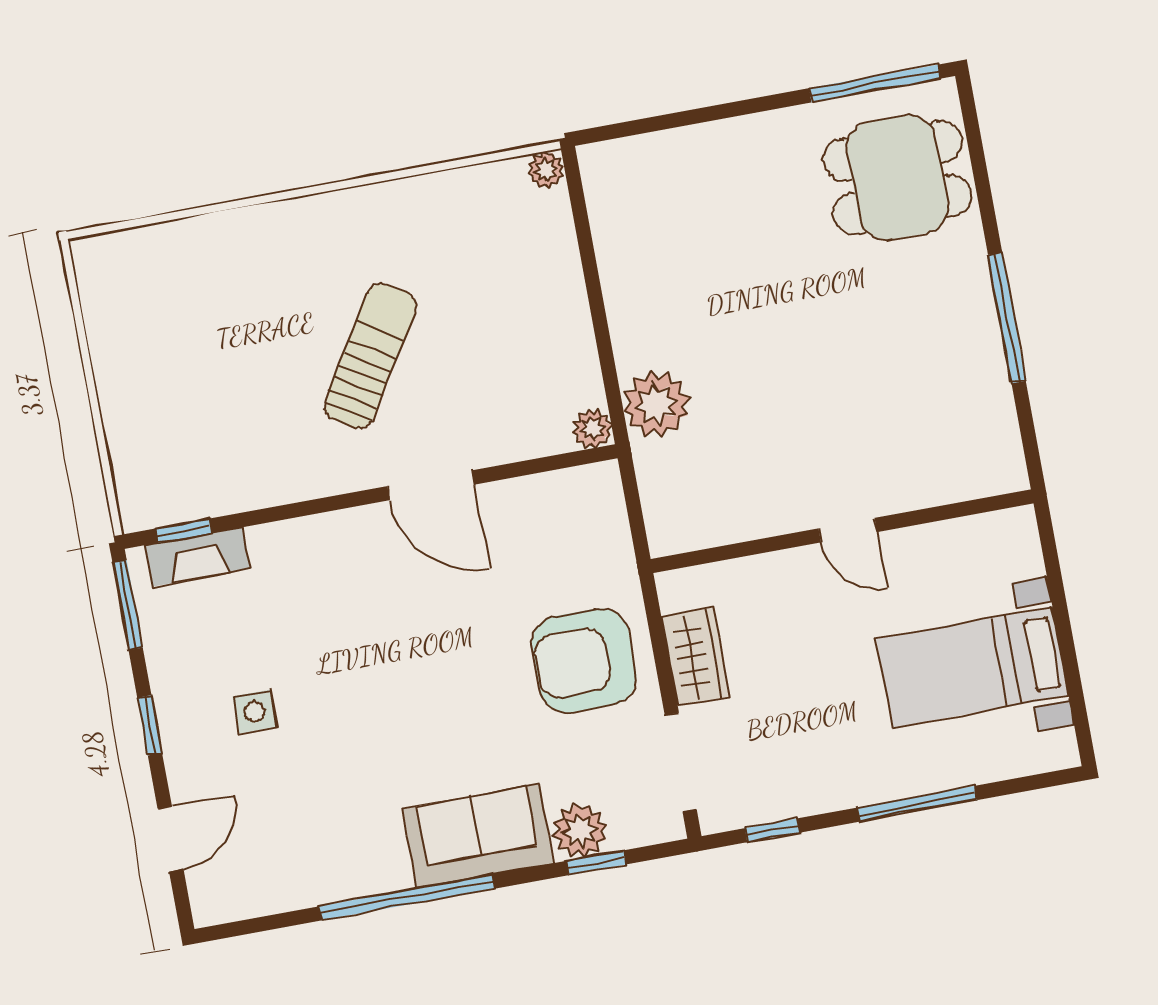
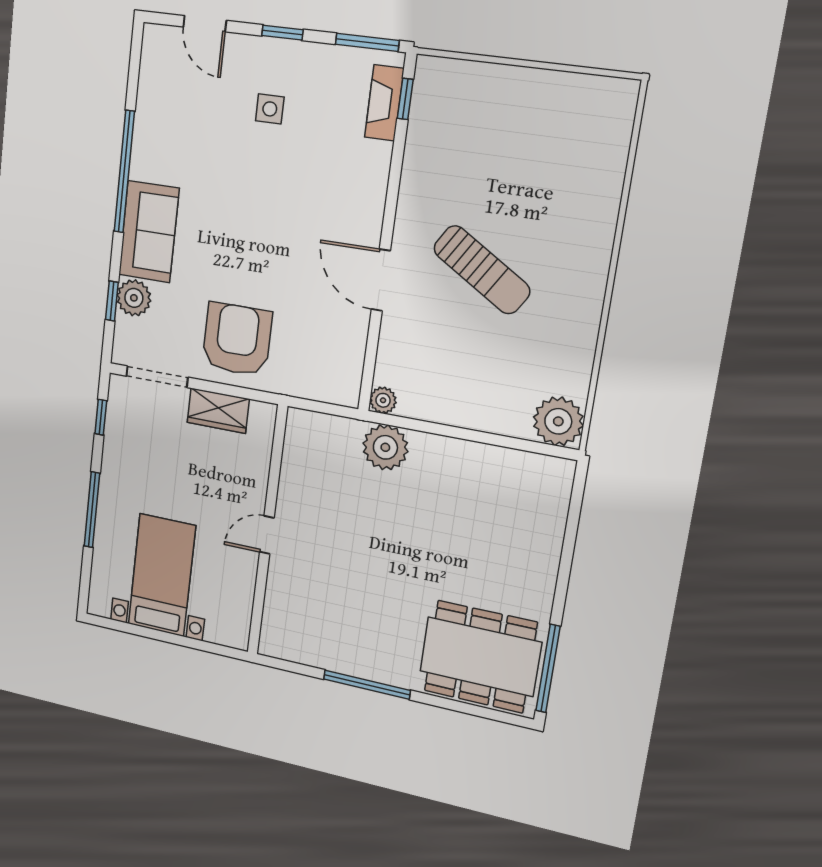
plant: (546, 170) -> (558, 421), width x1.88, depth x1.88
dining table: (897, 178) -> (480, 657), width x1.38
door: (431, 485) -> (381, 280), hinge flipped

